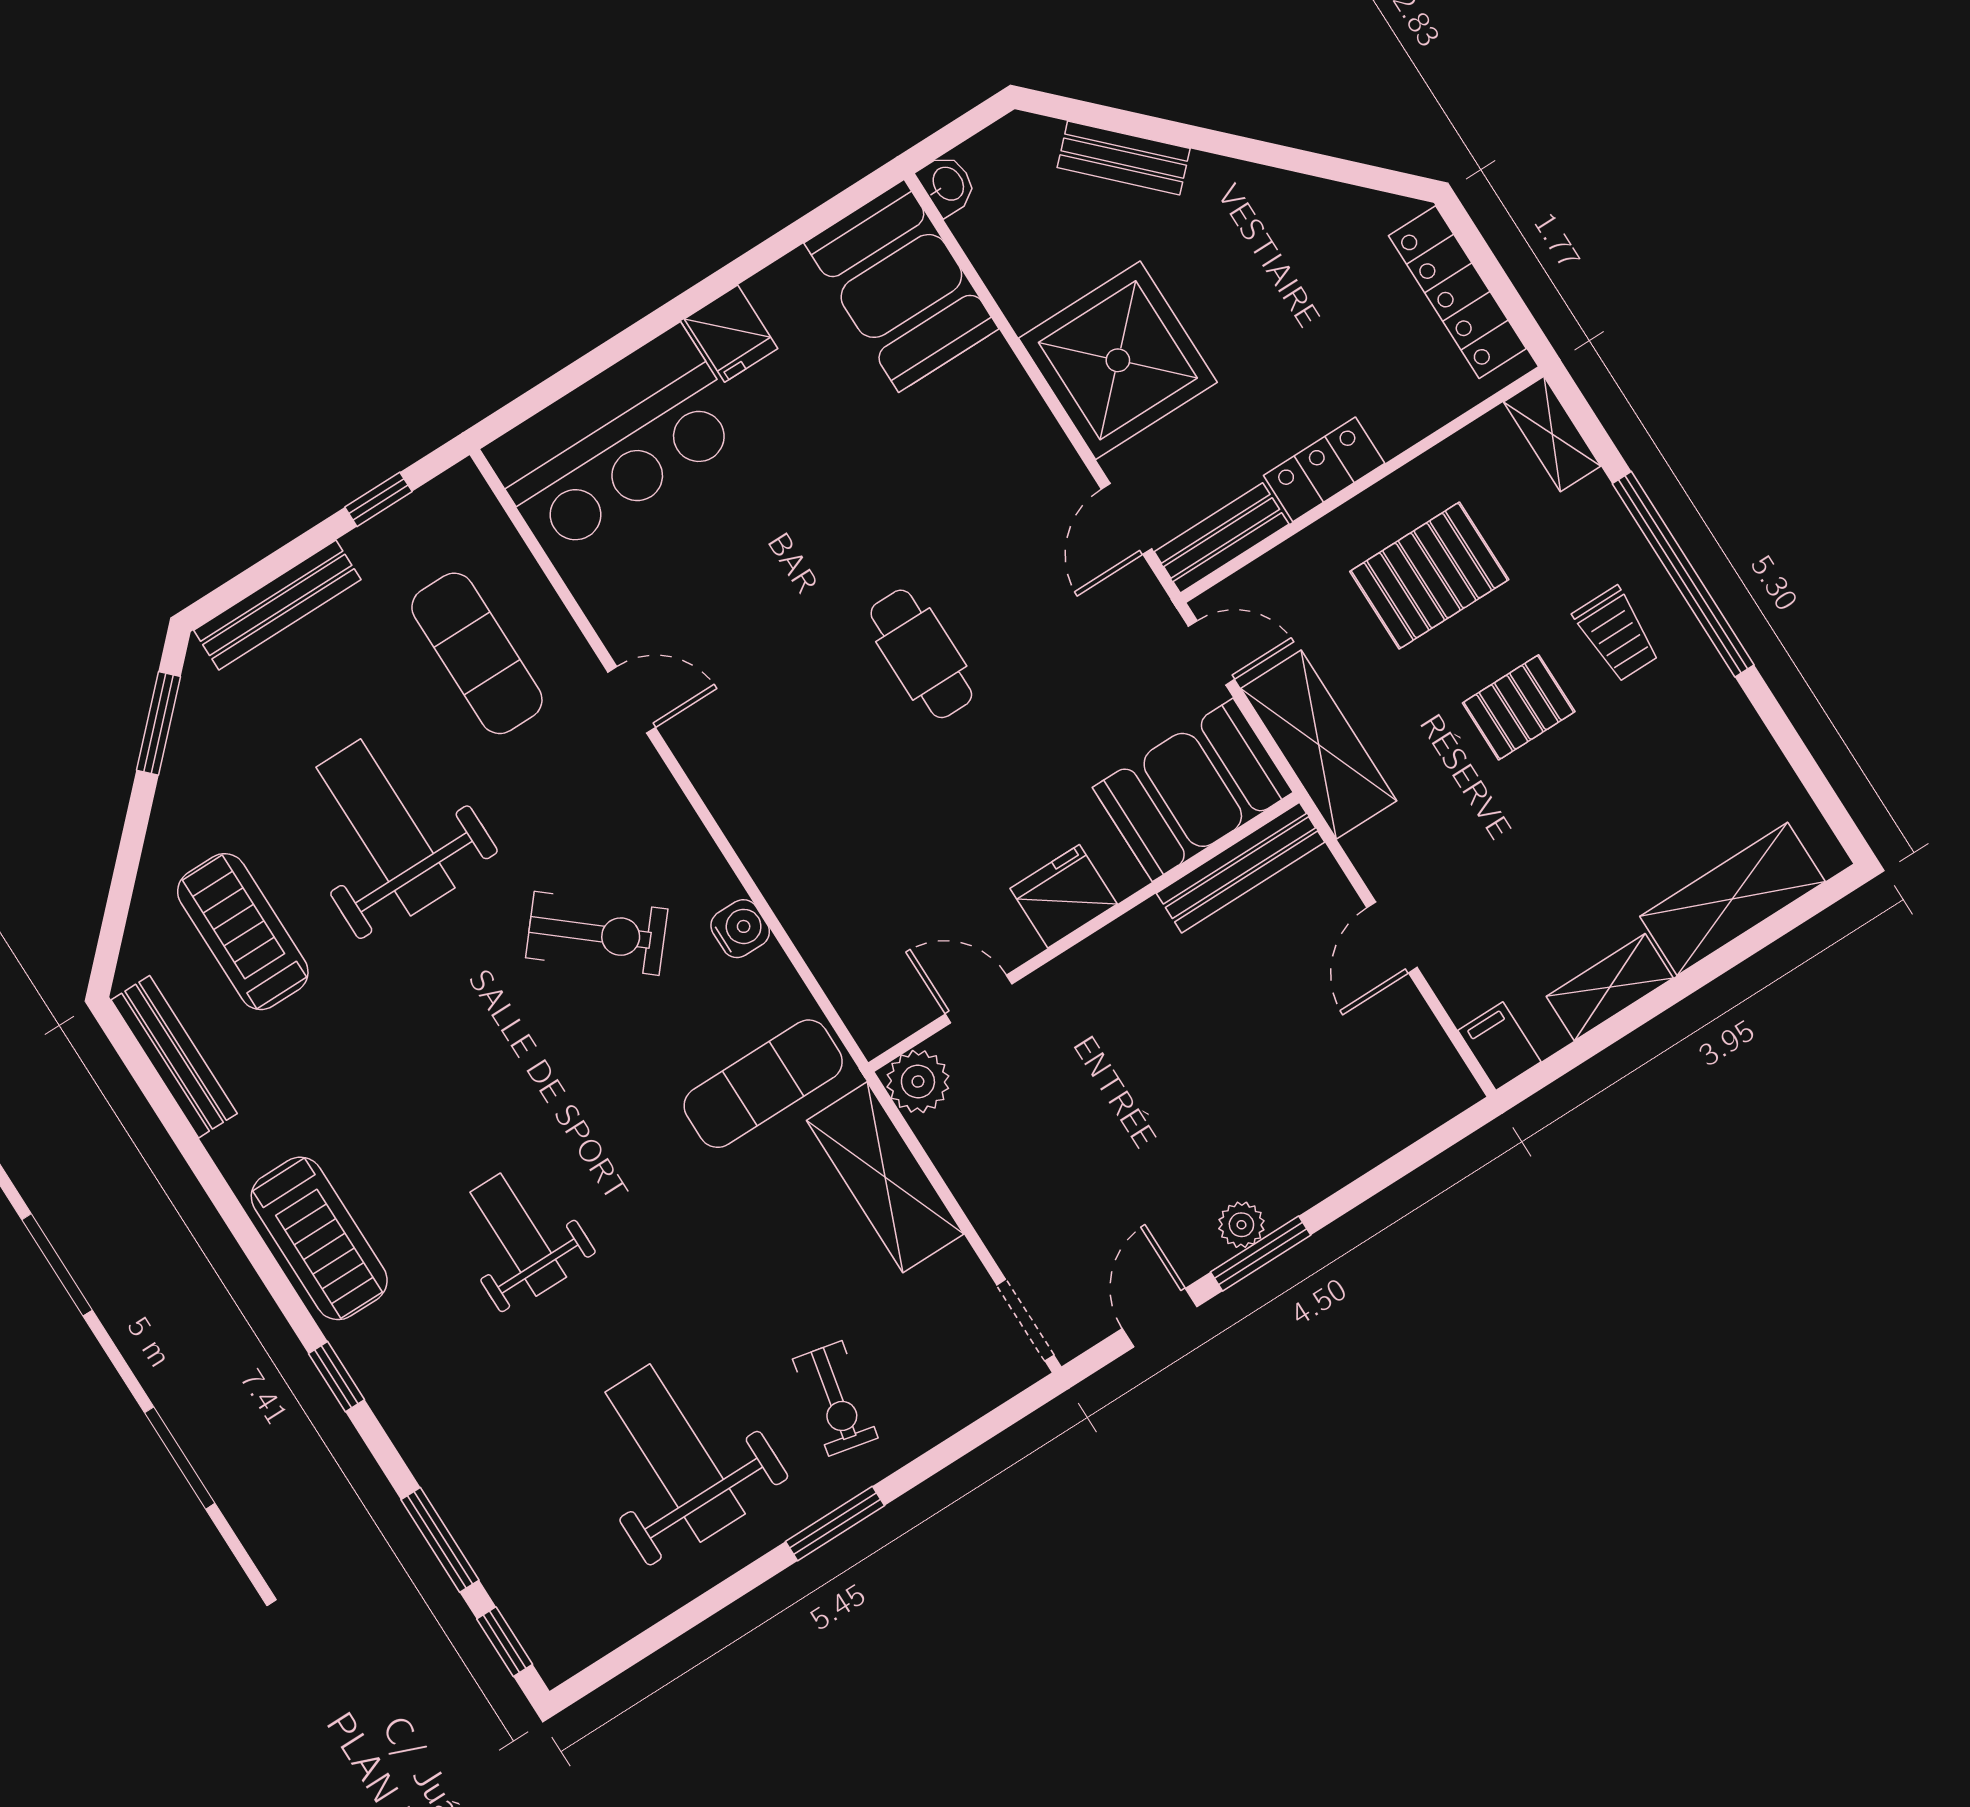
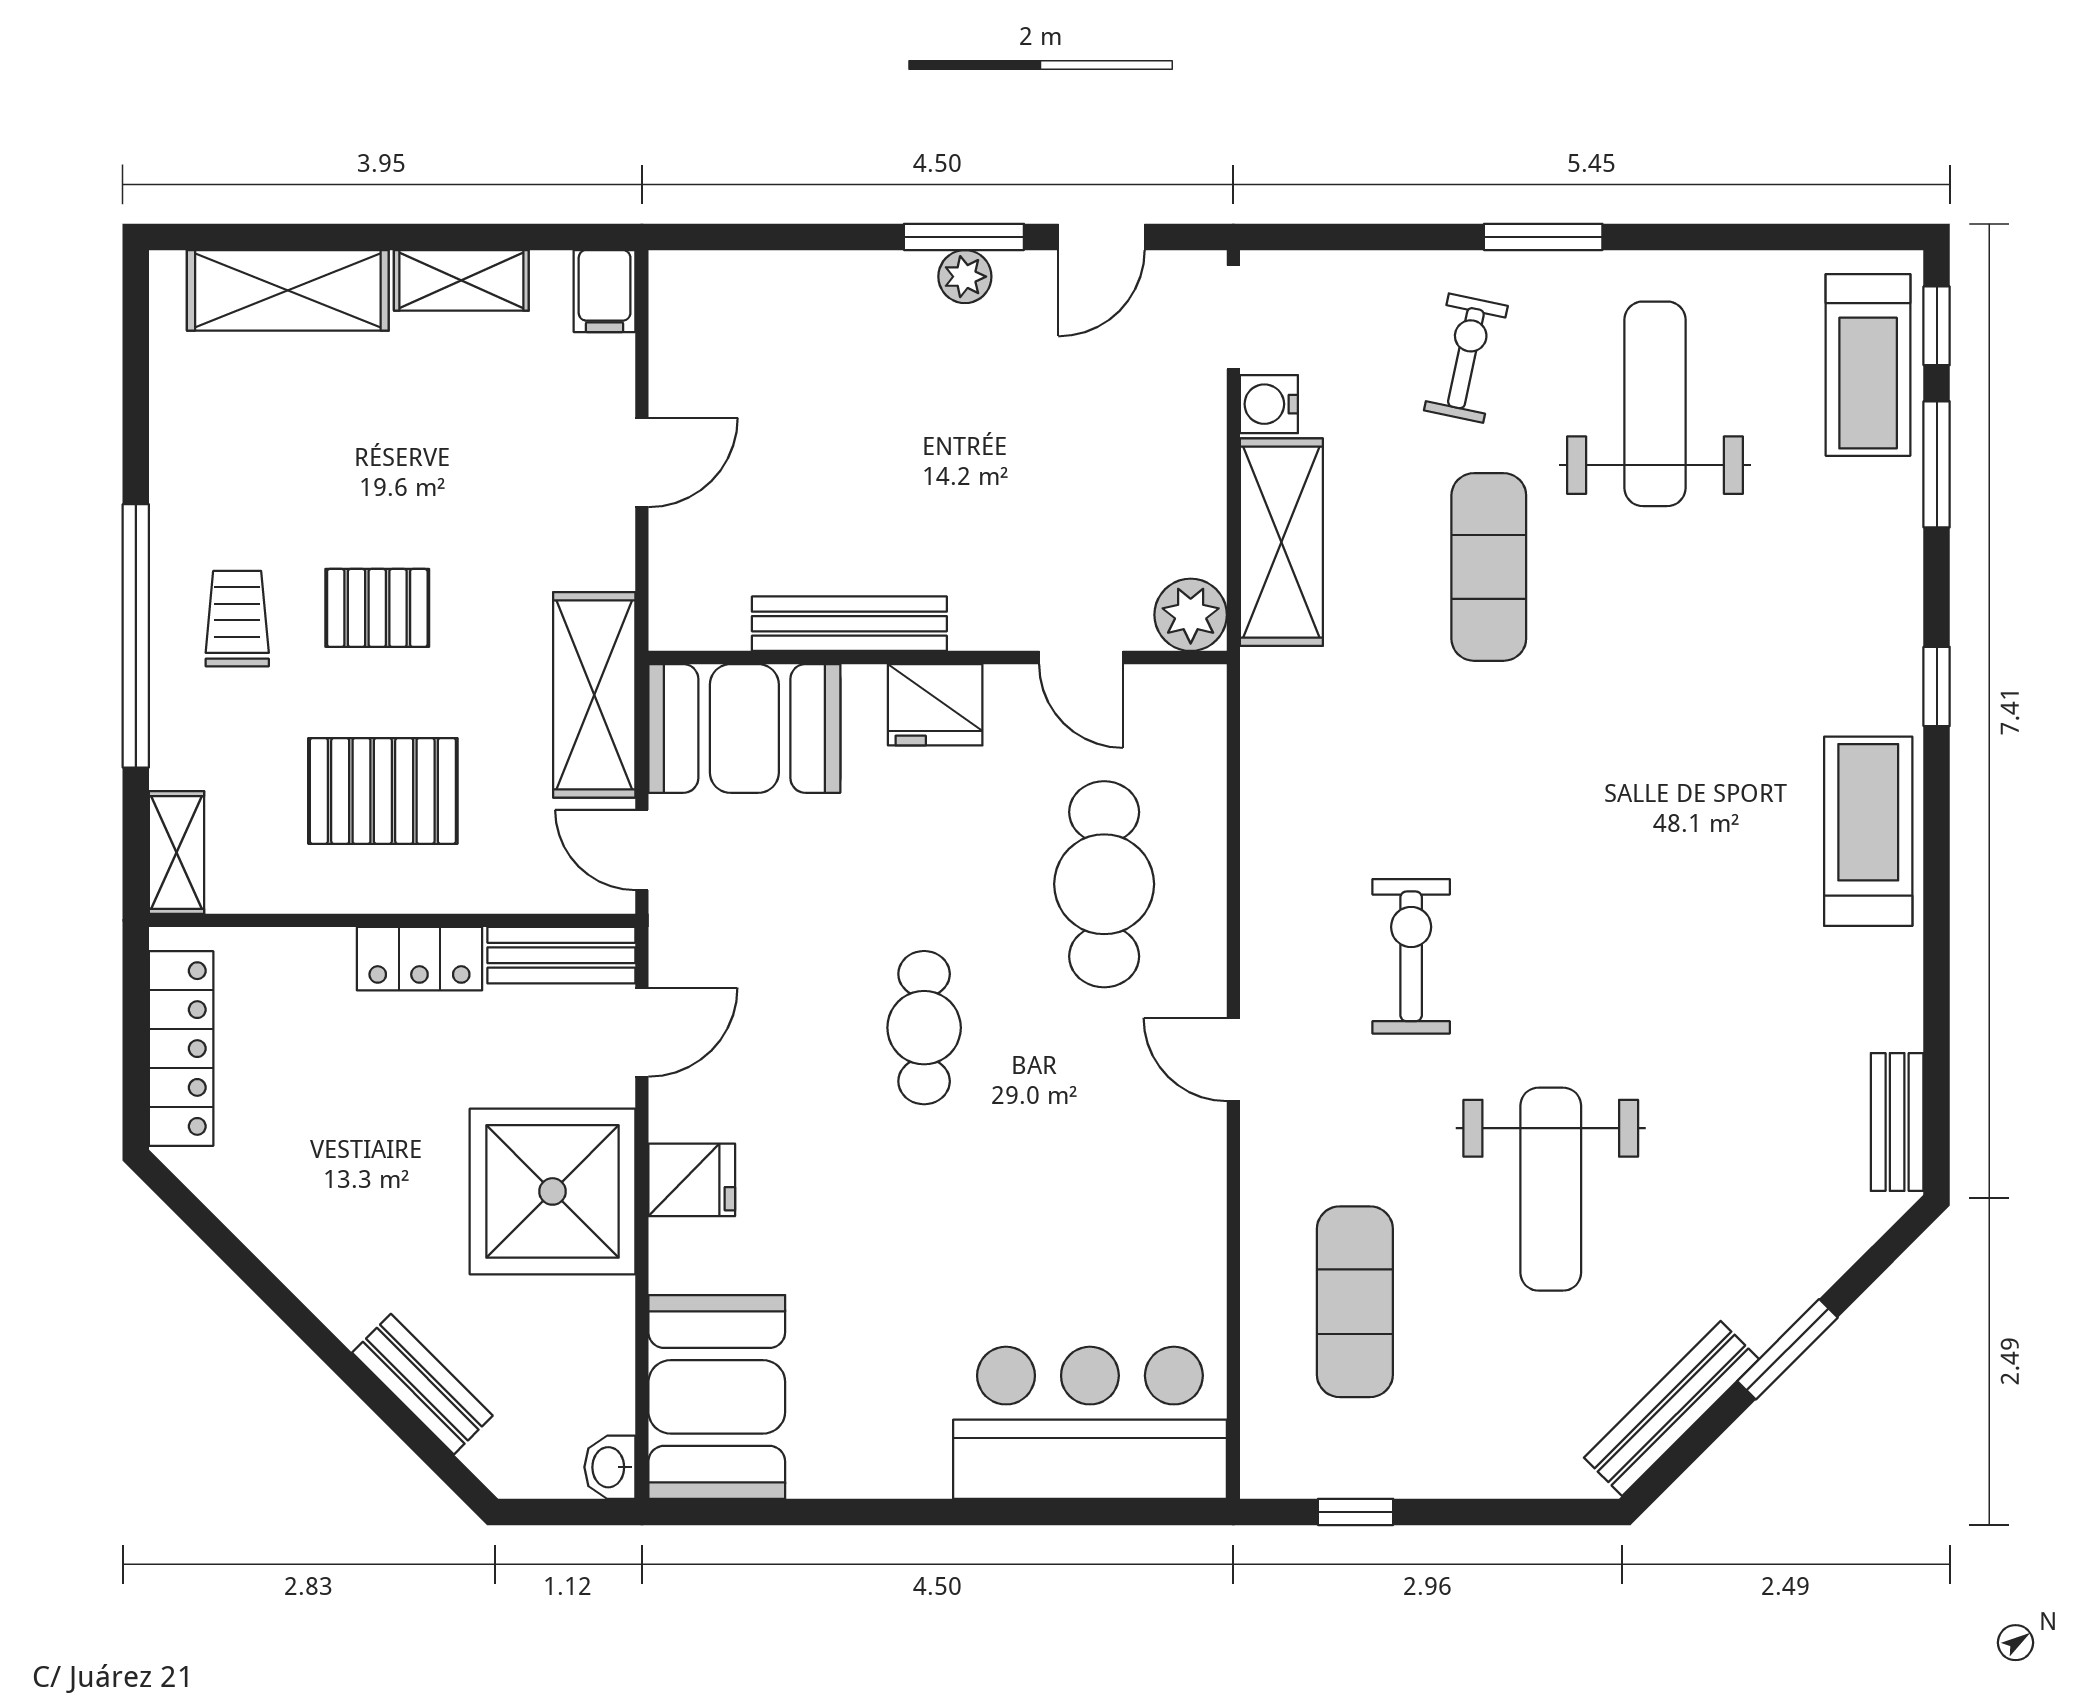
fridge: (731, 334) -> (692, 1180), moved, turned 90
bench: (277, 605) -> (1671, 1408), moved, turned -45
door: (632, 700) -> (1233, 1060), moved
window: (159, 723) -> (1787, 1349), moved
cafe table: (856, 843) -> (1104, 884), added
bench: (1241, 868) -> (849, 624), moved
water cooler: (740, 929) -> (1269, 404), moved
treadmill: (243, 932) -> (1868, 365), moved
exercise bike: (597, 933) -> (1411, 956), turned 50
bench: (174, 1057) -> (1897, 1122), width x0.73
exercise mat: (763, 1084) -> (1489, 567), moved, turned 90
weight bench: (518, 1235) -> (1673, 712), removed
weight bench: (675, 1453) -> (1655, 404), turned 180

